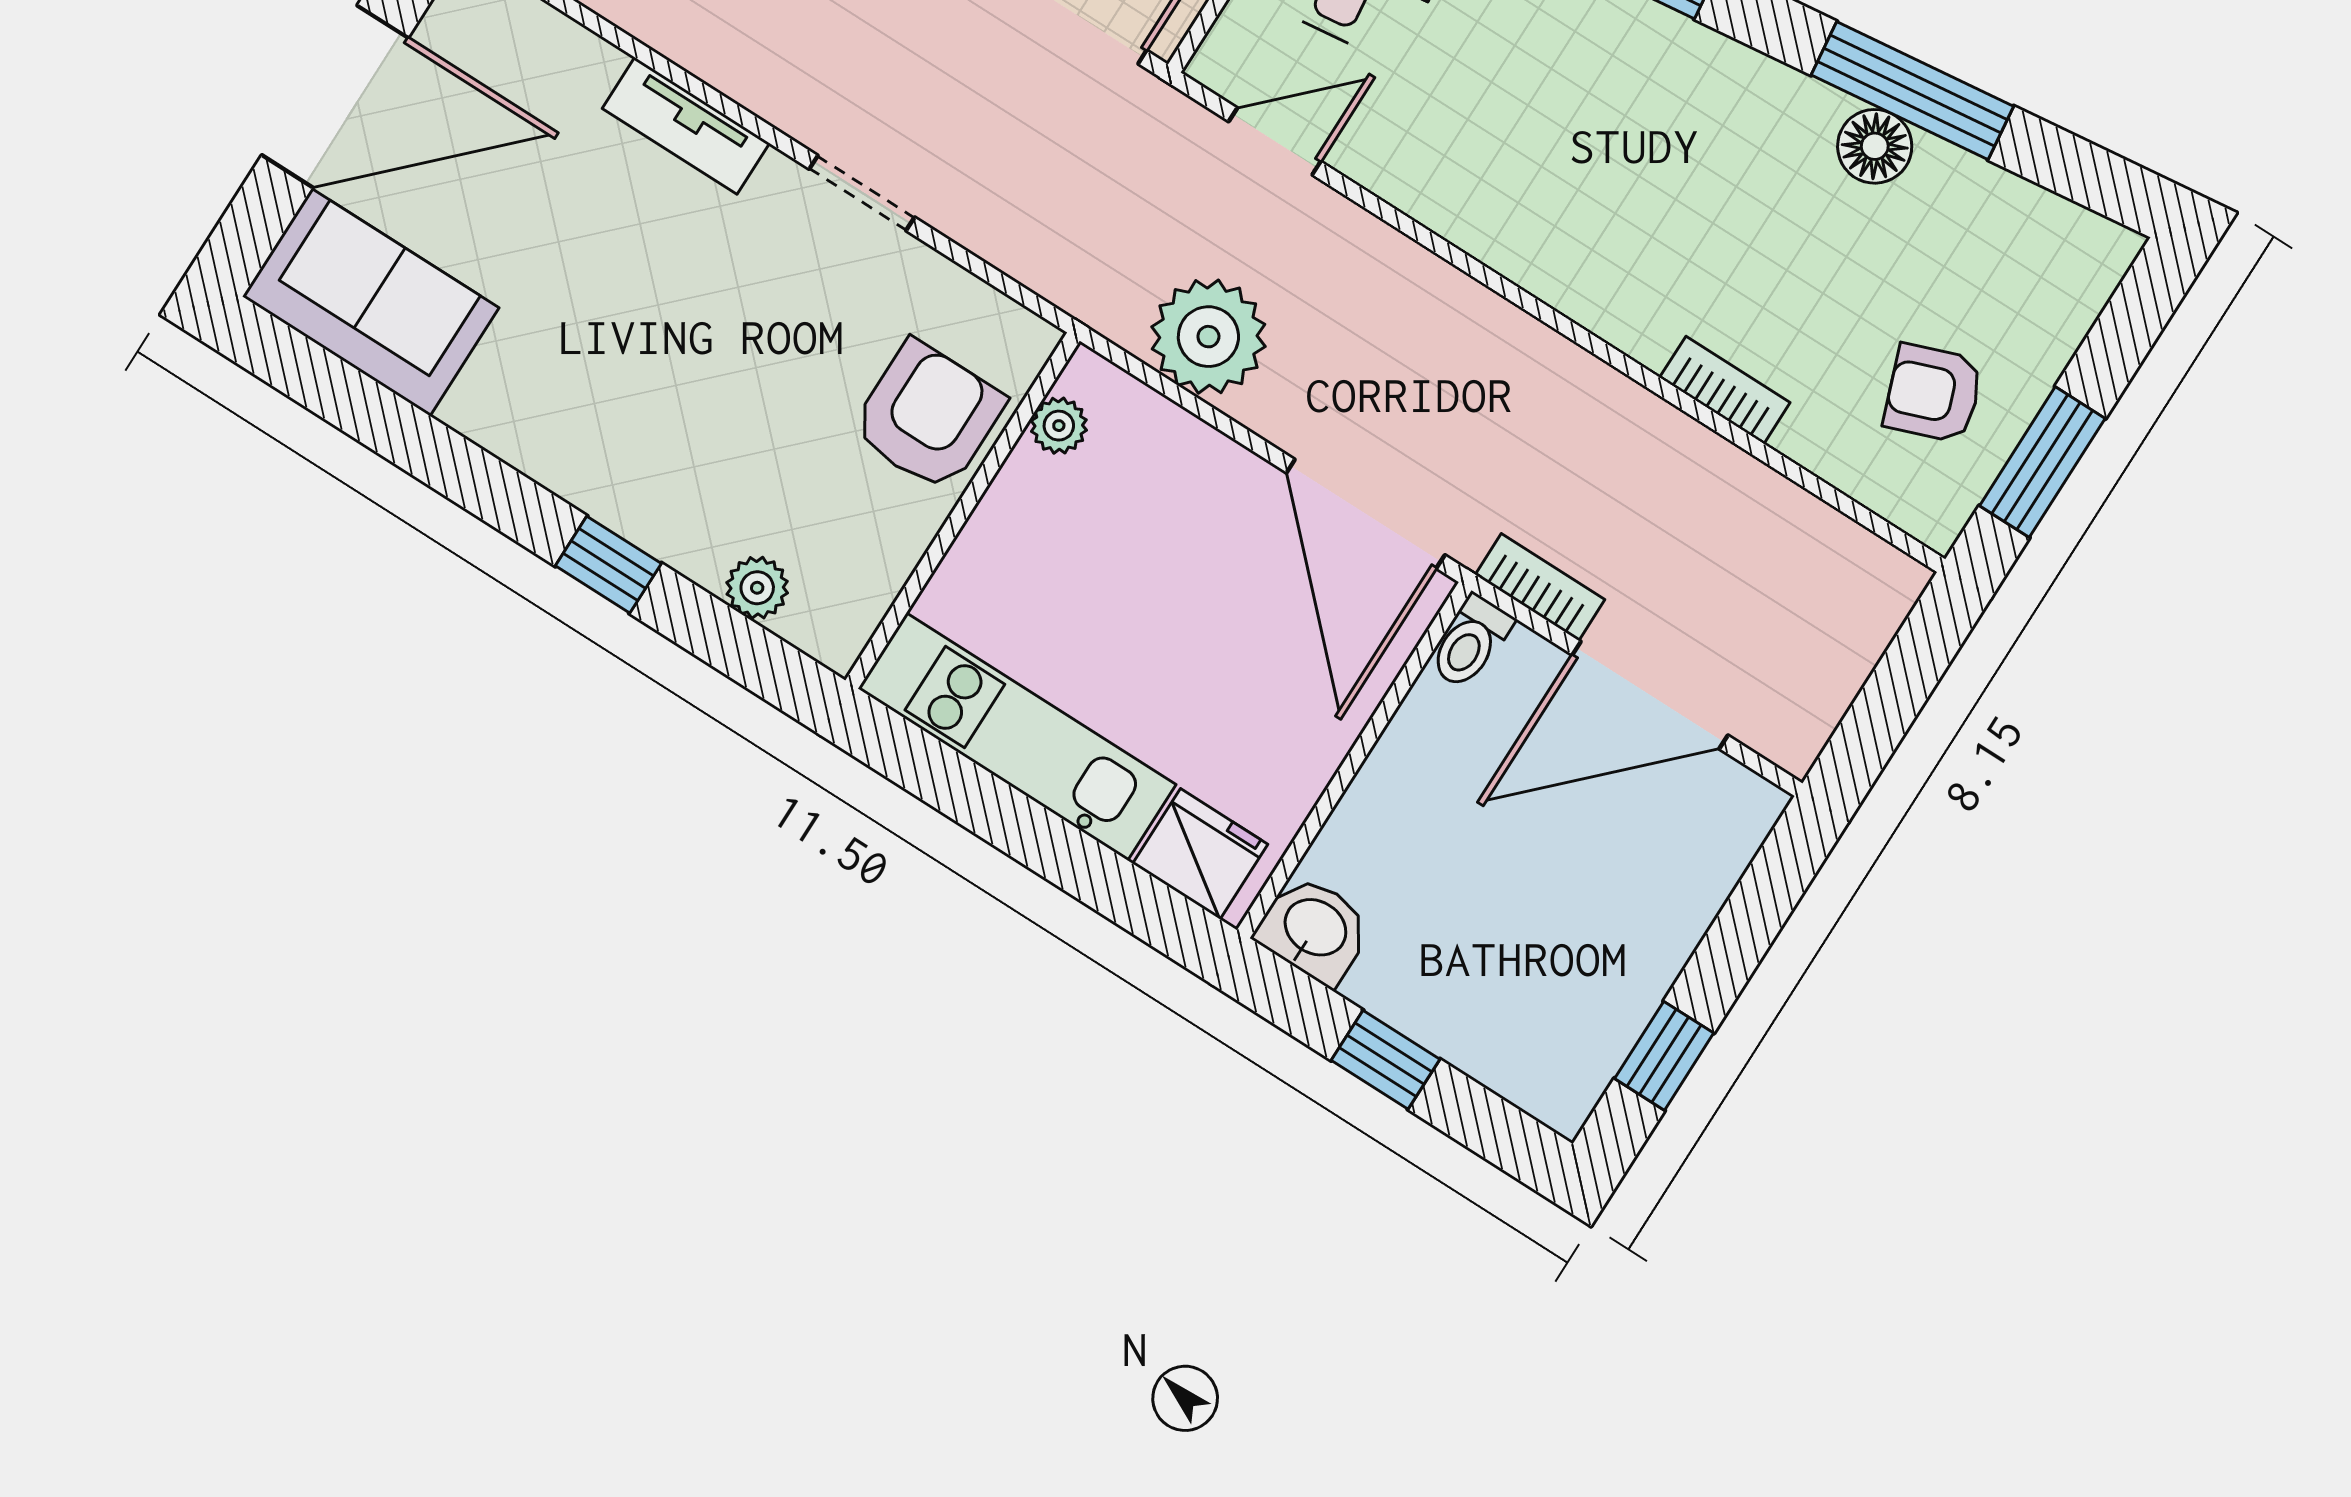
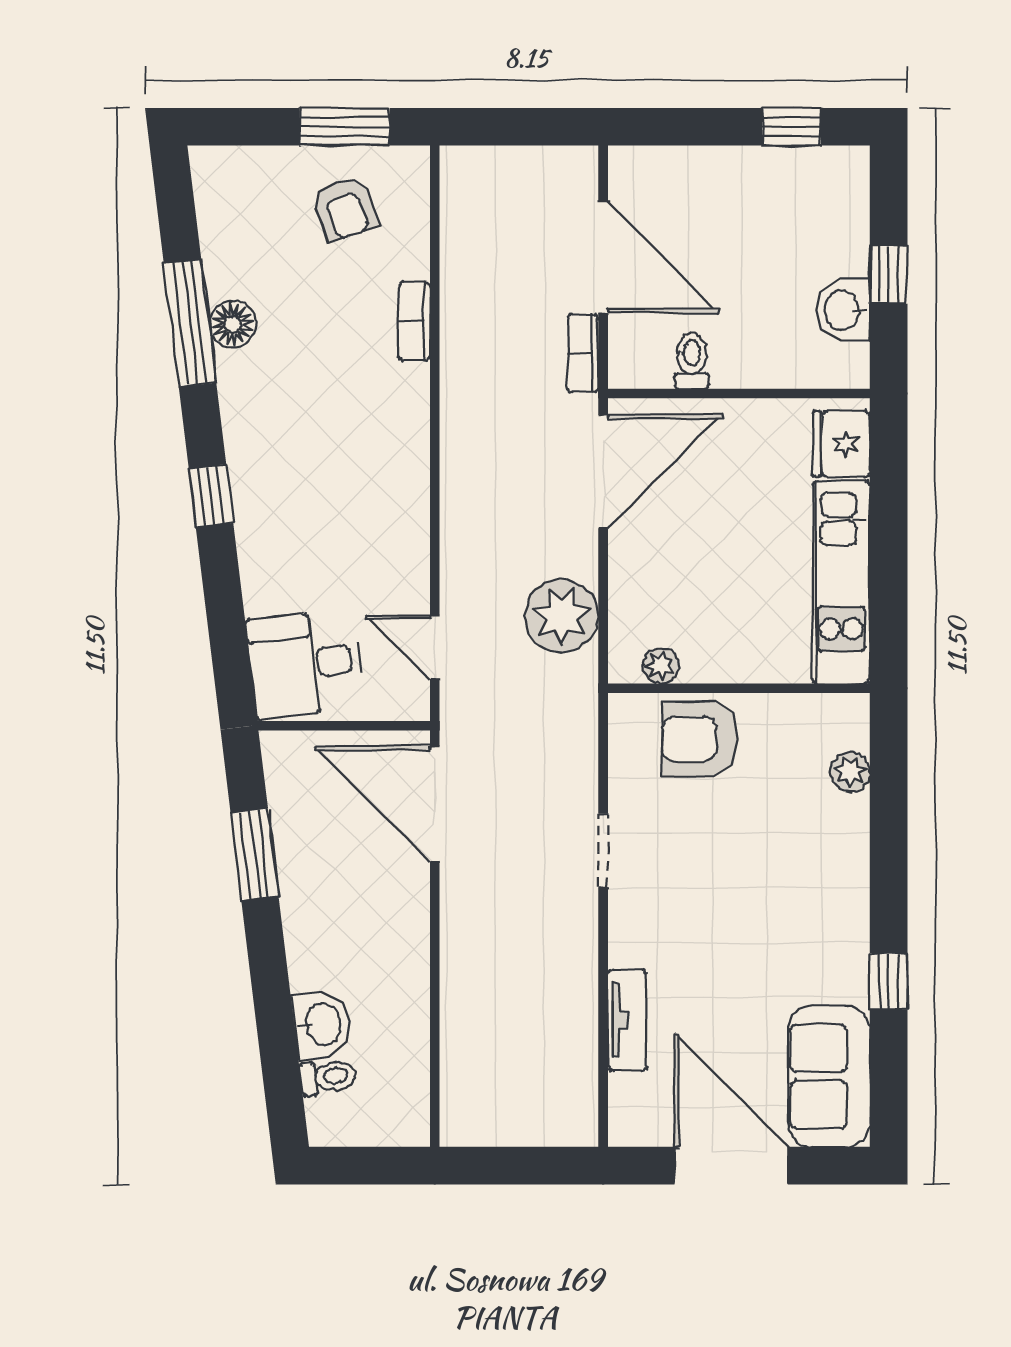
tv unit: (686, 126) -> (627, 1020), moved
window: (608, 565) -> (889, 981), moved
toilet: (1470, 642) -> (692, 361), moved, turned -90
washbasin: (1314, 929) -> (843, 310), moved

